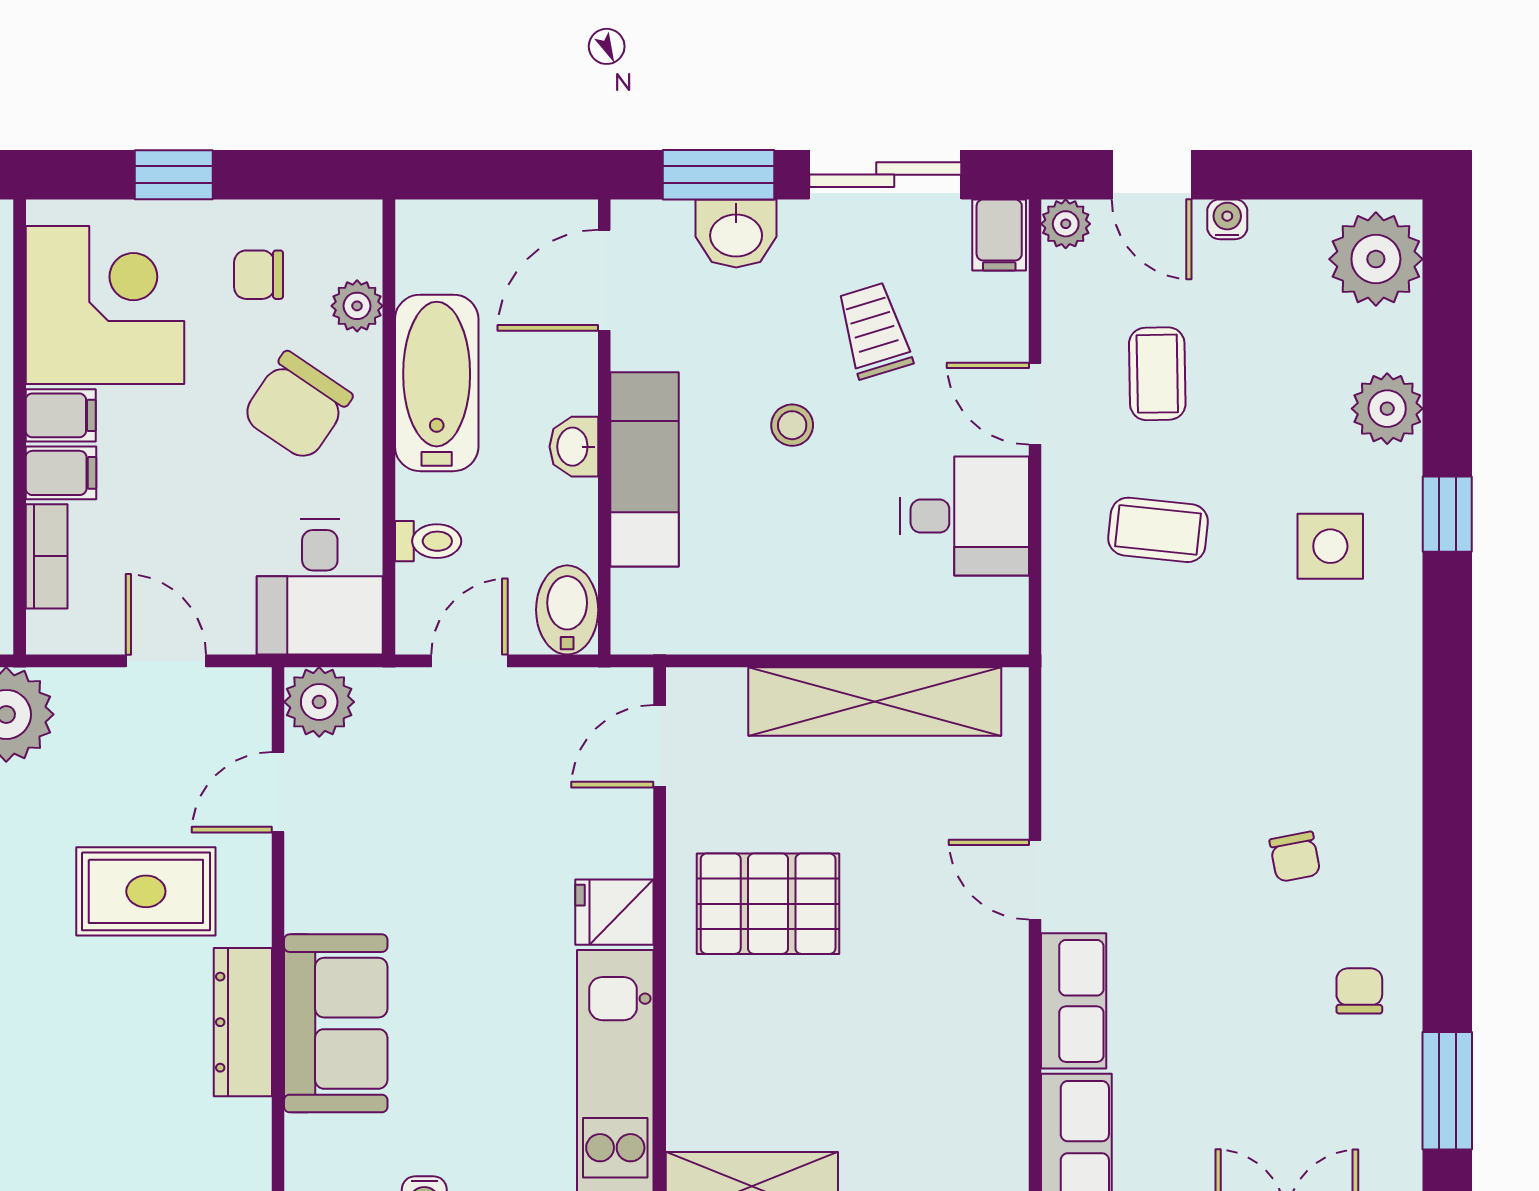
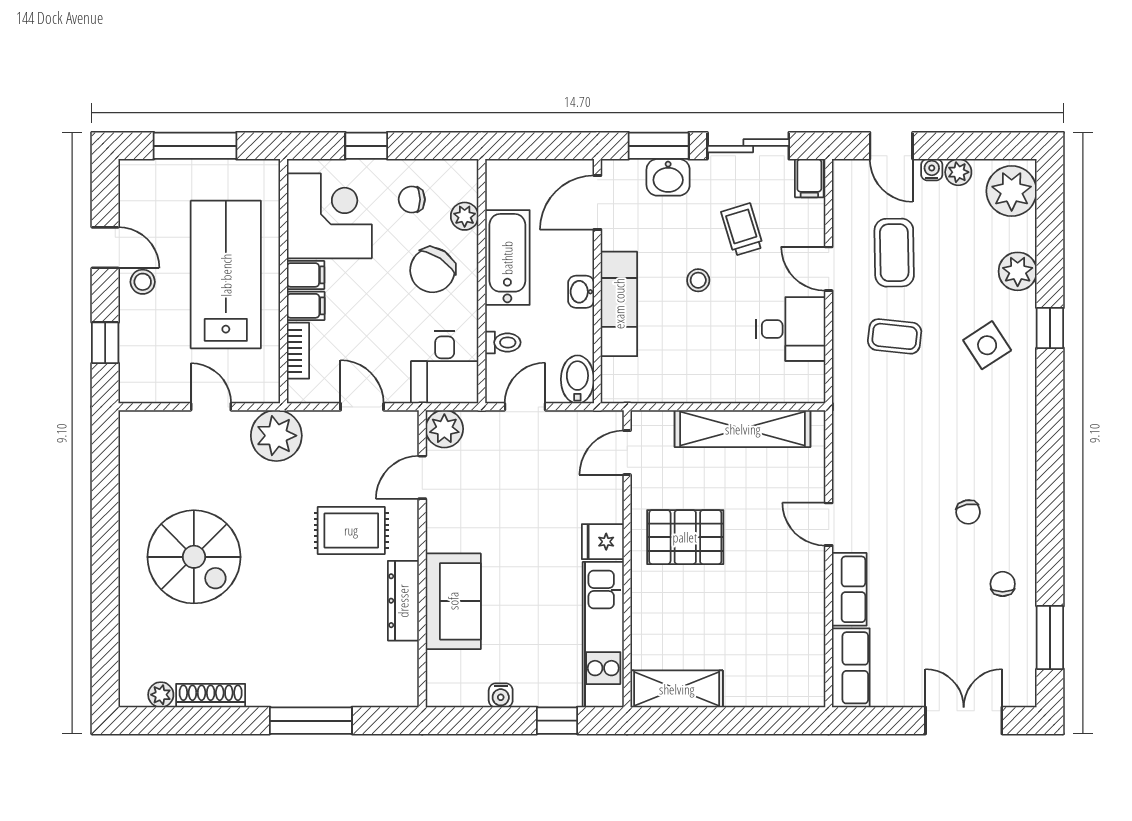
plant: (1066, 224) -> (958, 172), moved
coffee table: (1157, 374) -> (894, 253), width x1.36, depth x1.30
side table: (1330, 546) -> (987, 345), turned -33

